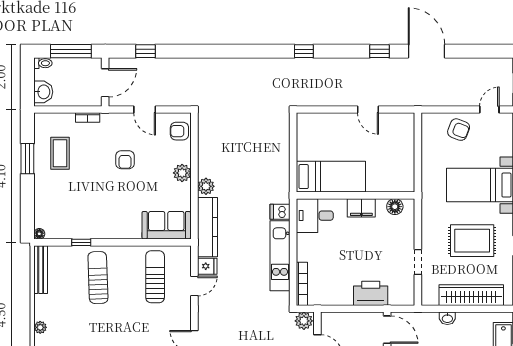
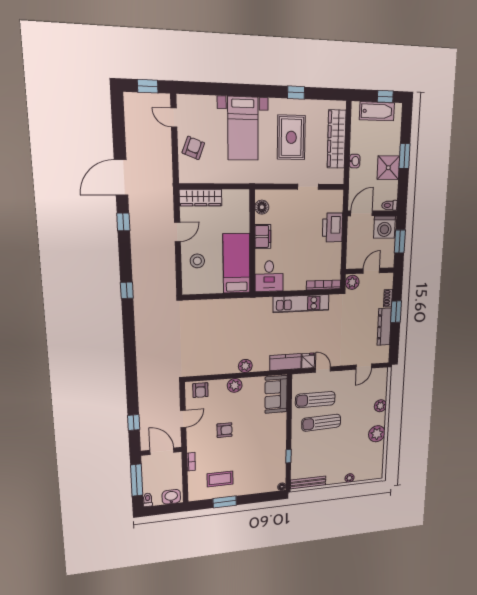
stool: (335, 131) -> (197, 261), added
wardrobe: (405, 136) -> (201, 198), added
dishwasher: (280, 212) -> (266, 305), removed
kitchen counter: (207, 227) -> (286, 362), width x0.67
sun lounger: (98, 278) -> (321, 423), moved

